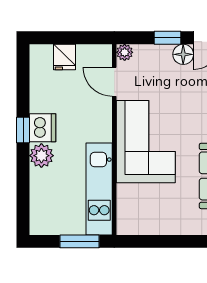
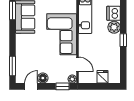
window: (168, 38) -> (63, 86), moved
dishwasher: (43, 128) -> (114, 13), moved

